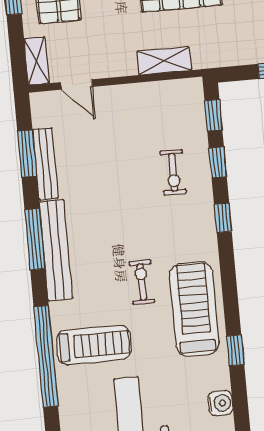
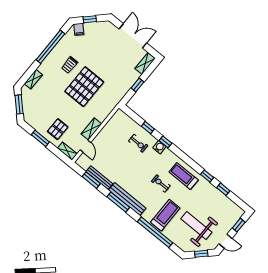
shelving: (164, 61) -> (91, 129), moved
door: (77, 84) -> (85, 146), hinge flipped
window: (213, 115) -> (223, 189), moved
treadmill: (194, 309) -> (184, 176), width x0.73, depth x0.73
water cooler: (220, 403) -> (159, 147), moved

